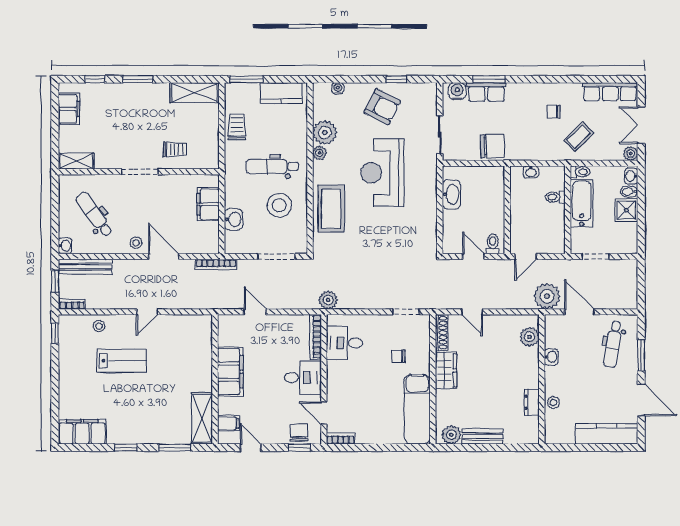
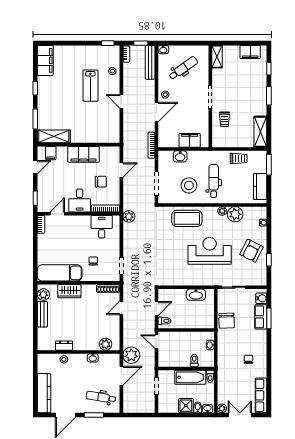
coffee table: (579, 137) -> (232, 375), removed
wardrobe: (446, 370) -> (69, 291), moved
chair: (299, 433) -> (101, 182), moved

